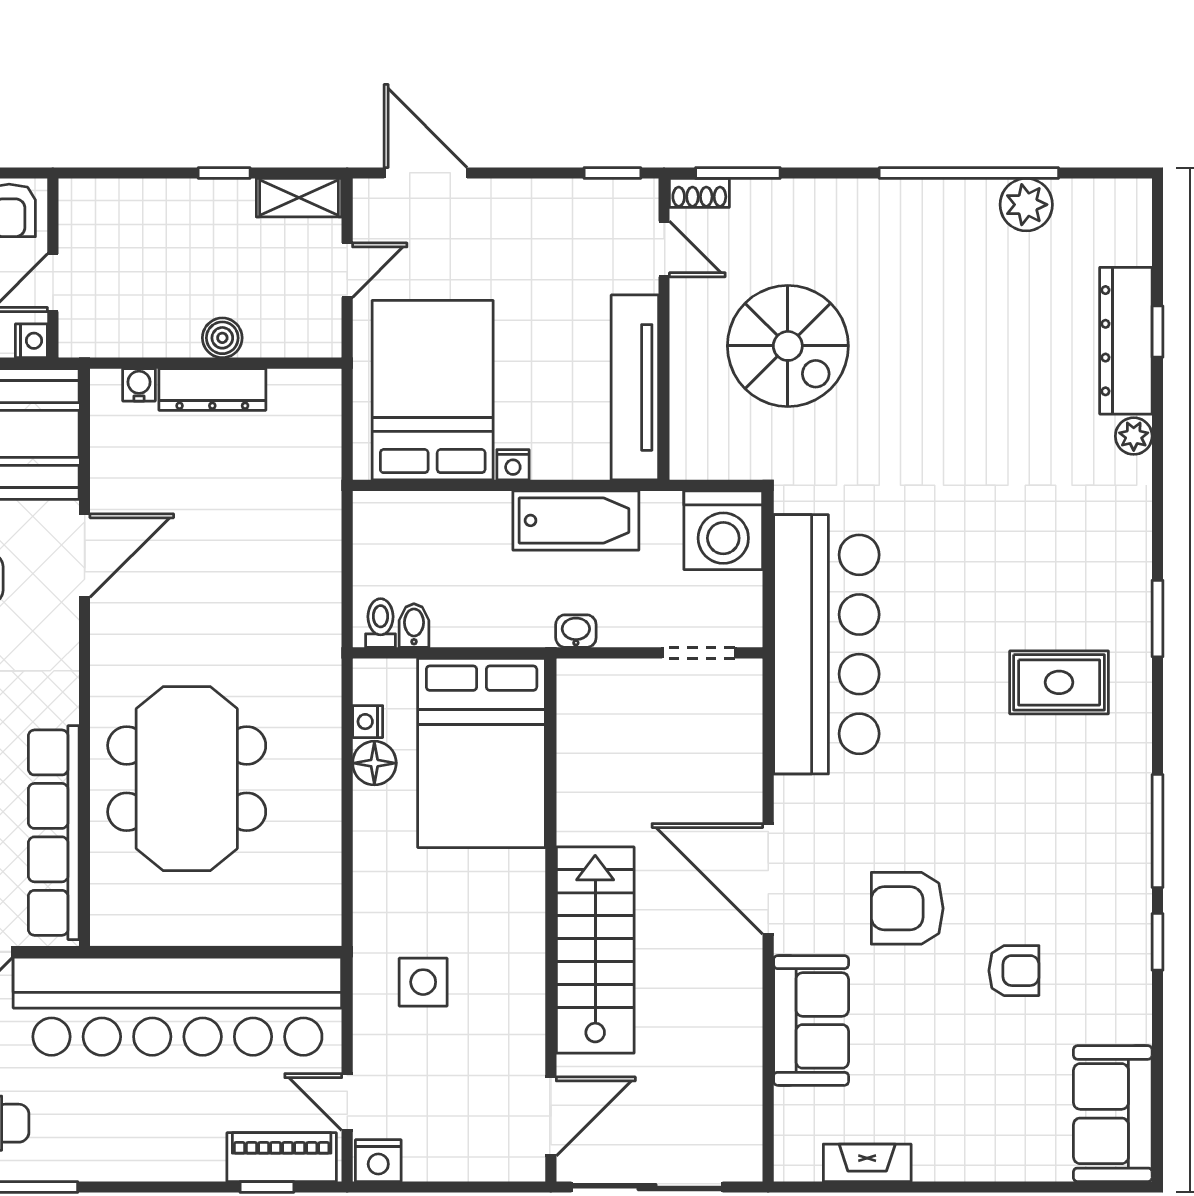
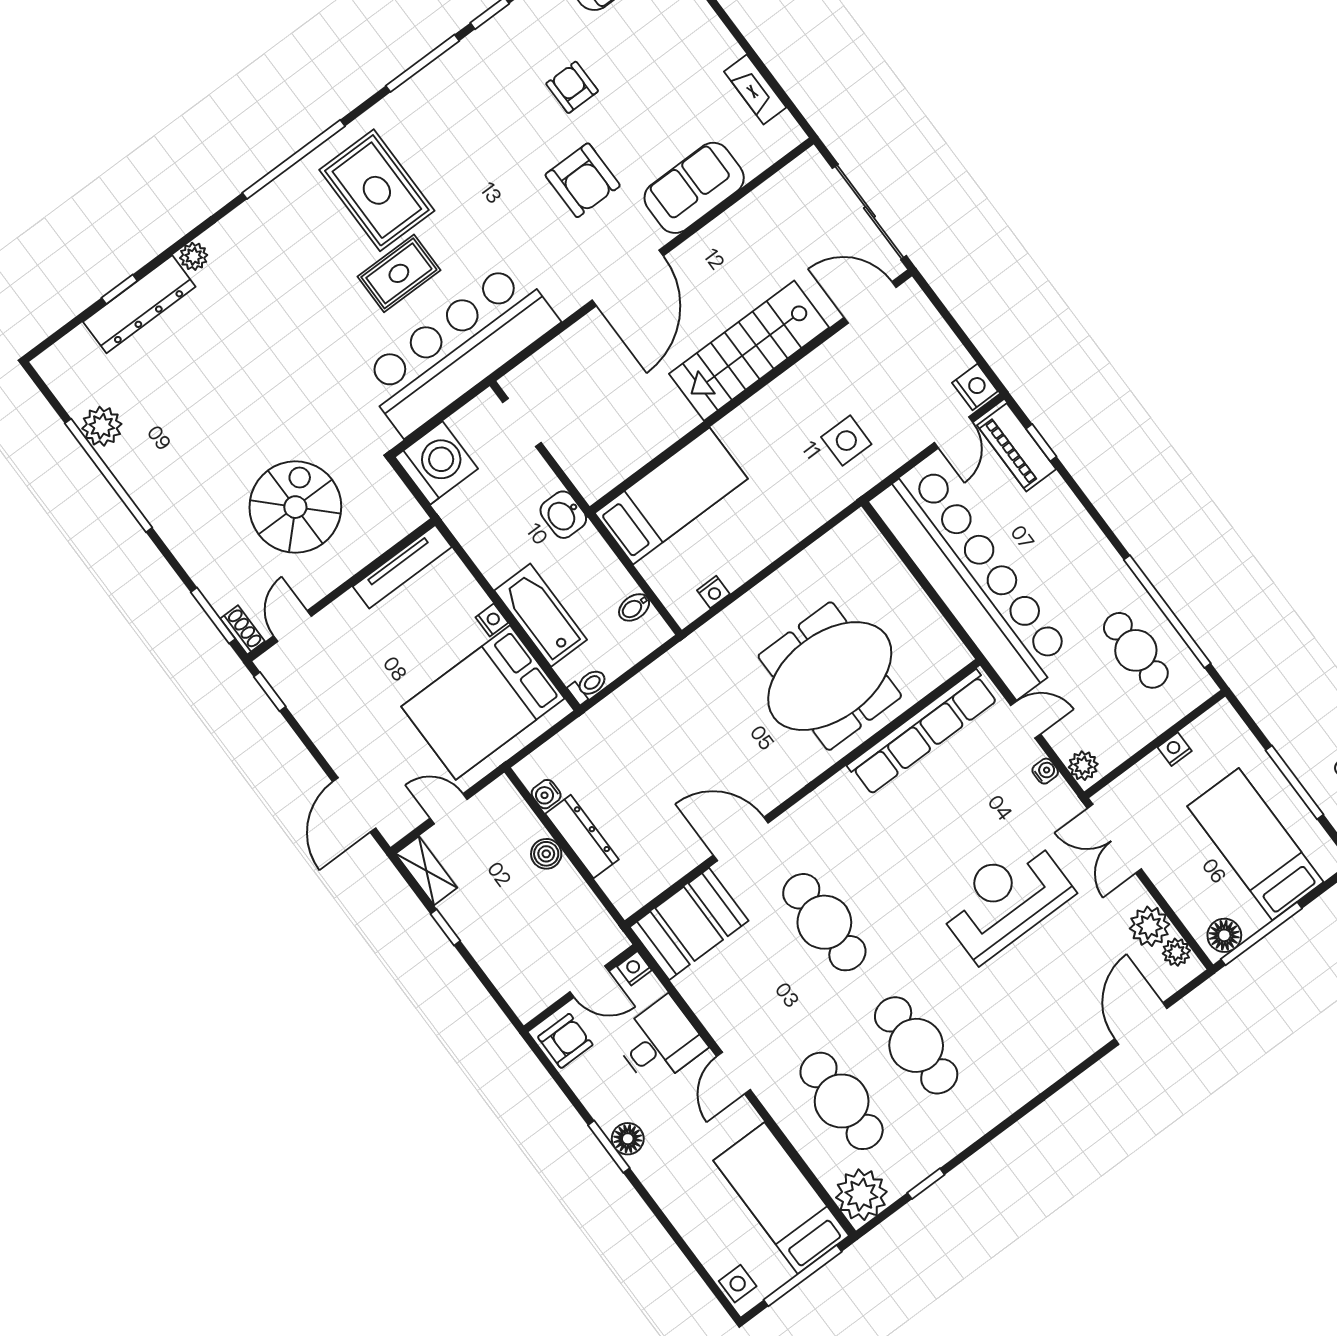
water cooler: (139, 385) -> (546, 794), moved
tv unit: (635, 387) -> (402, 567), width x0.73, depth x0.78
bathtub: (576, 520) -> (541, 615), moved
window: (1157, 619) -> (294, 159), width x2.11
toilet: (381, 623) -> (588, 686), moved, turned 180
washbasin: (576, 631) -> (563, 515), width x1.38, depth x1.45
rug: (954, 640) -> (399, 273), added
rug: (1059, 682) -> (377, 190), width x1.36, depth x1.43
bed: (482, 753) -> (671, 496), width x0.67
floor lamp: (374, 763) -> (735, 569), removed

